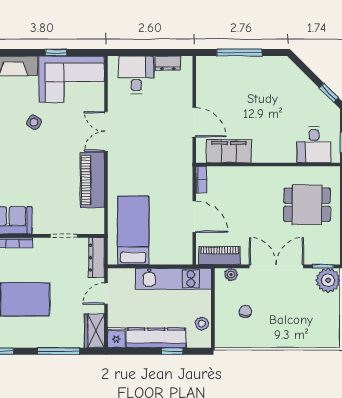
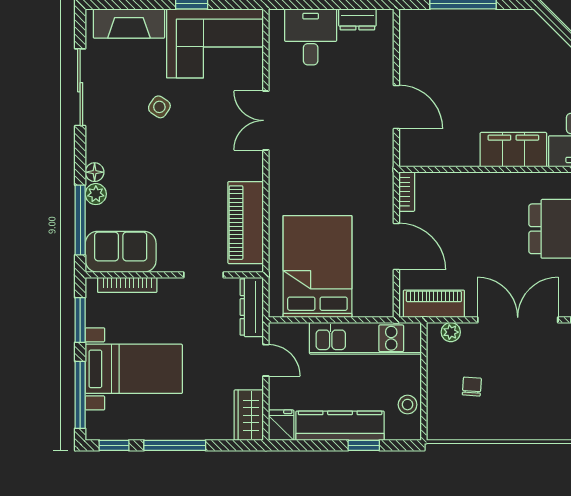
filing cabinet: (229, 151) -> (513, 150), moved
piano: (92, 180) -> (246, 223), moved
bed: (133, 230) -> (317, 267), width x1.50
door: (106, 294) -> (266, 360), swing flipped
window: (58, 351) -> (175, 445), moved

